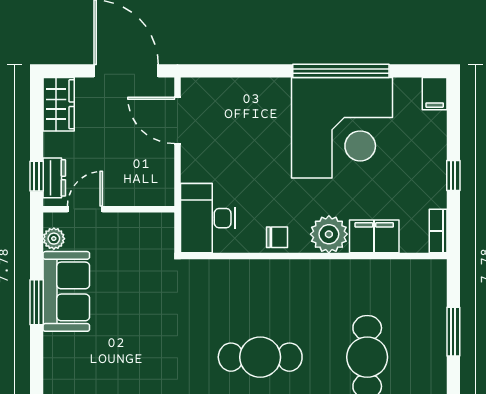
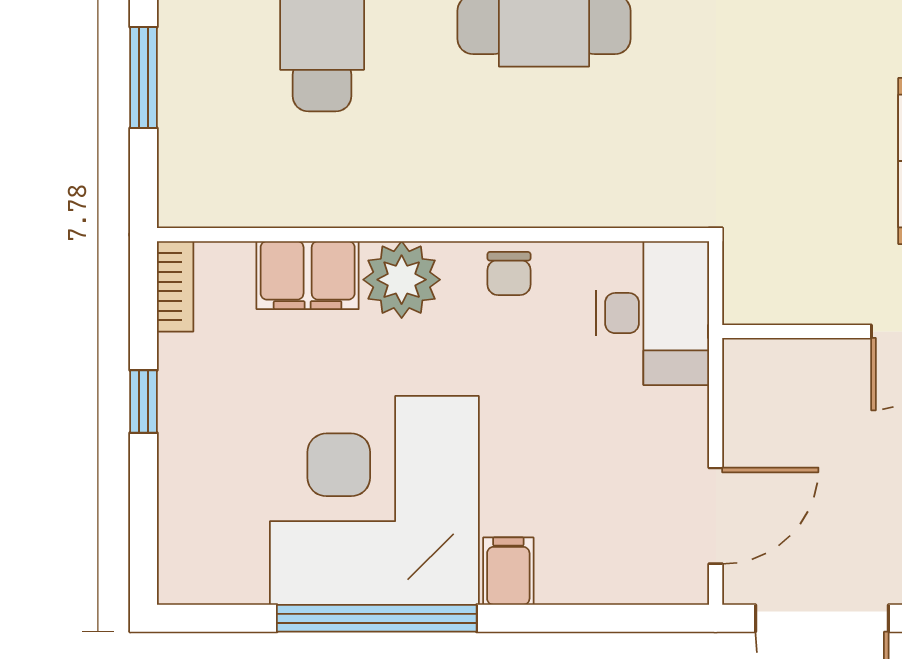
filing cabinet: (435, 94) -> (508, 571), moved
door: (177, 120) -> (716, 516), hinge flipped
chair: (277, 237) -> (509, 274), turned -90

